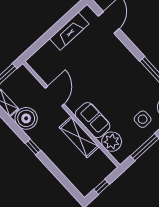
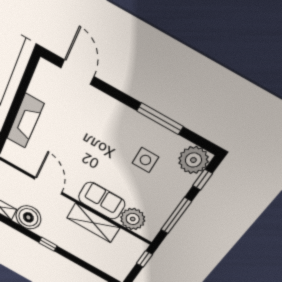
fireplace: (69, 31) -> (25, 121), moved
side table: (143, 119) -> (145, 160), moved
window: (102, 187) -> (144, 259), moved

